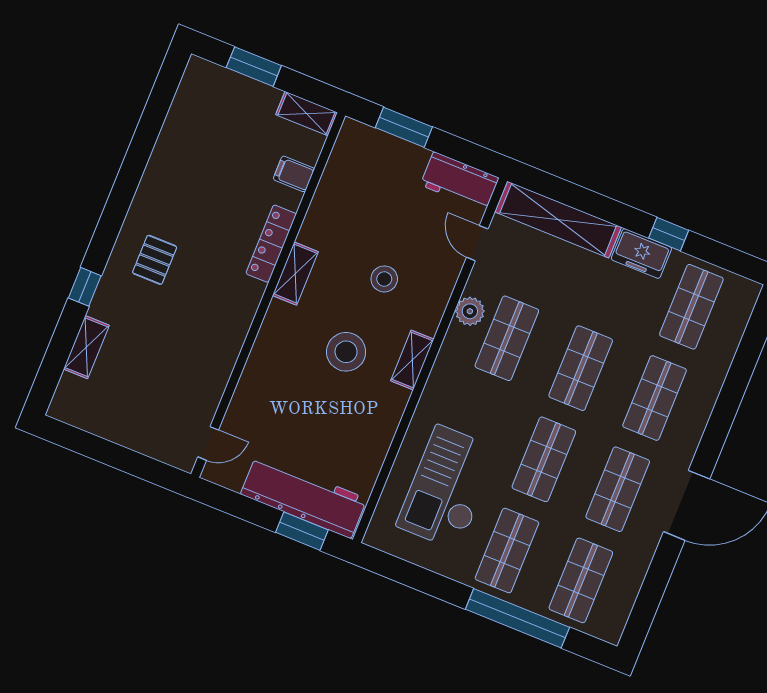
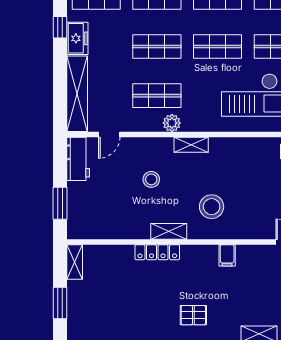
filing cabinet: (294, 174) -> (227, 255), moved
plant: (470, 311) -> (172, 123), moved
stool: (346, 352) -> (212, 207), moved

